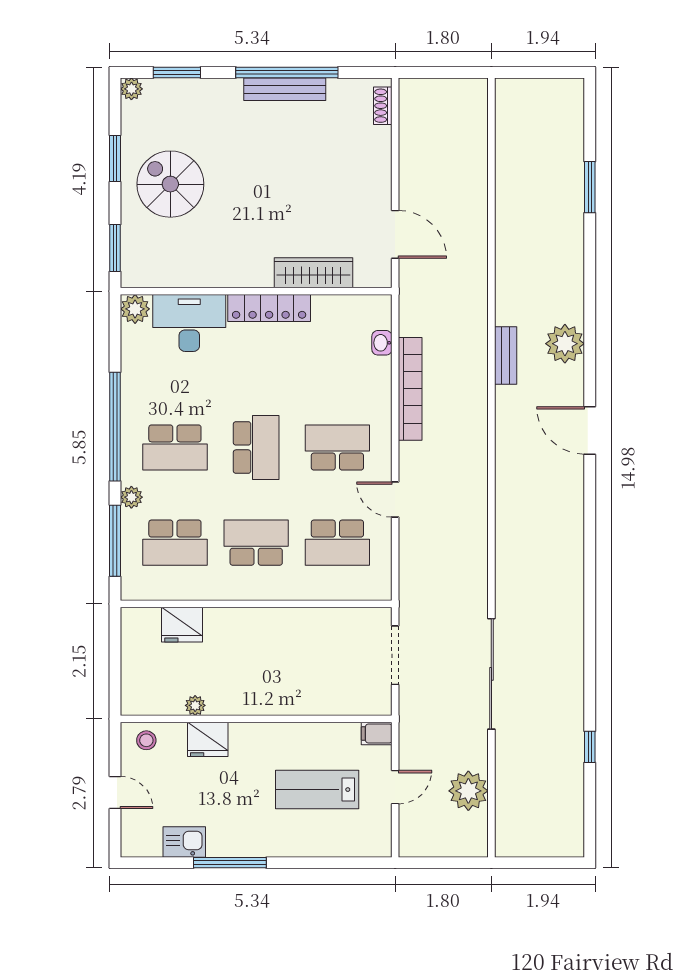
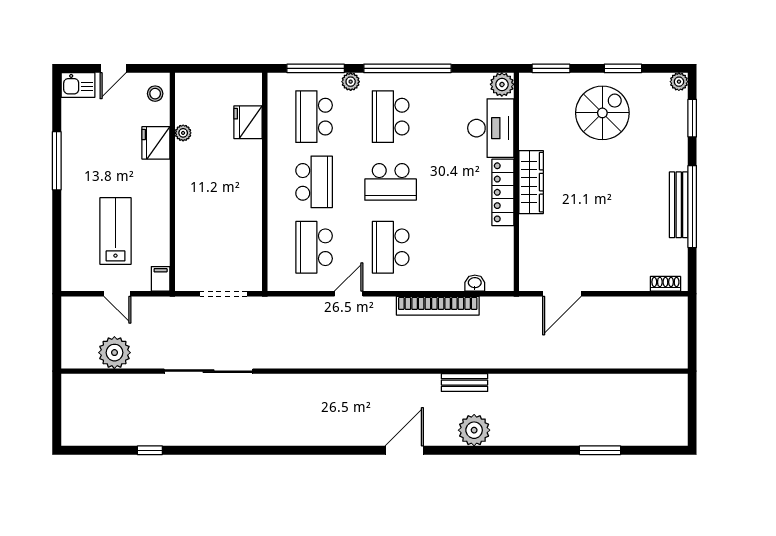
wardrobe: (313, 273) -> (531, 182), moved
school desk: (337, 447) -> (391, 247), turned 180
kitchen sink: (184, 842) -> (78, 85), moved, turned 90

